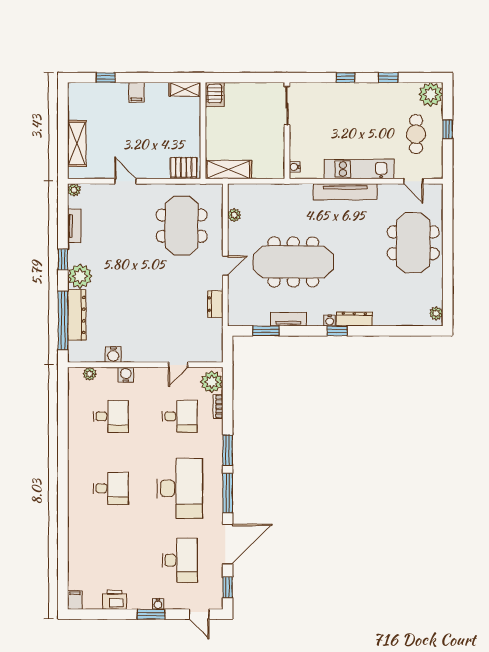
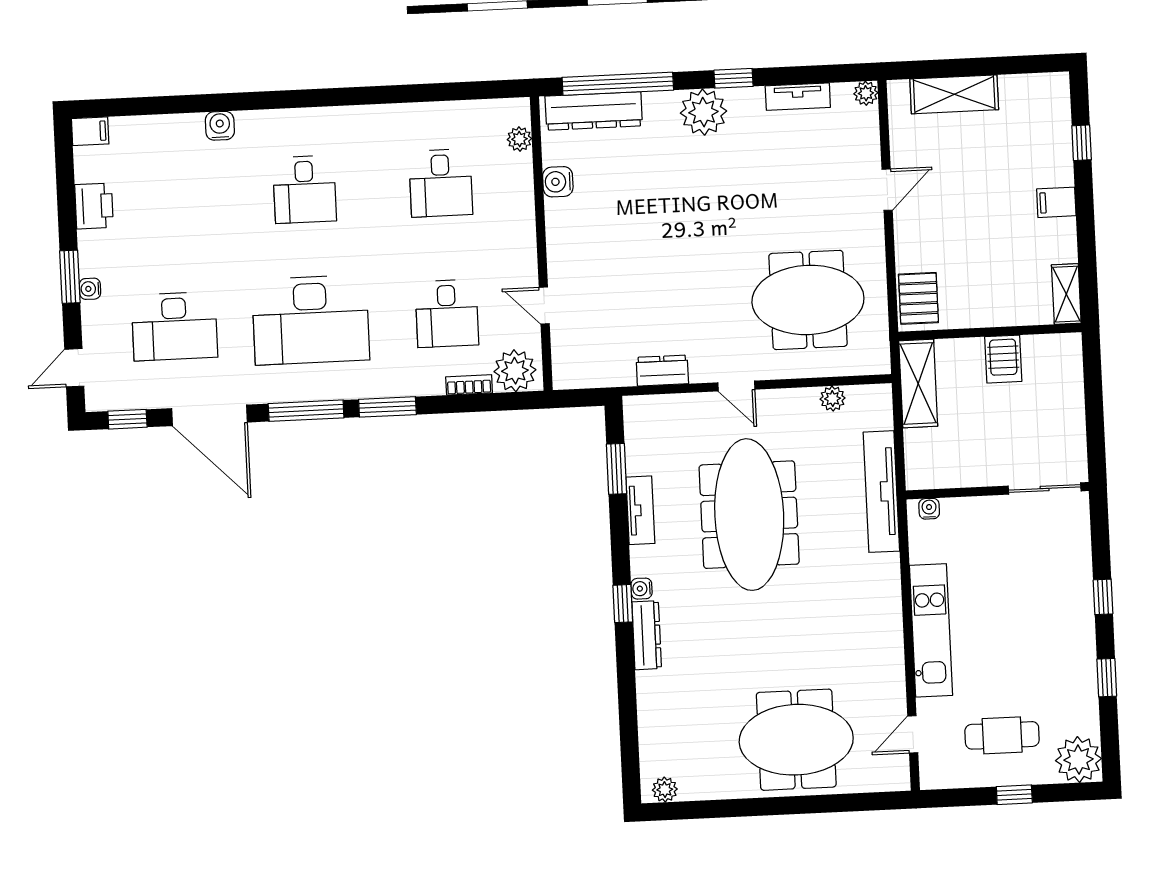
server rack: (215, 94) -> (1003, 359), moved, turned -90
tv unit: (345, 192) -> (881, 492), moved
dresser: (77, 315) -> (594, 111), moved
water cooler: (126, 375) -> (220, 126), moved, turned -90

